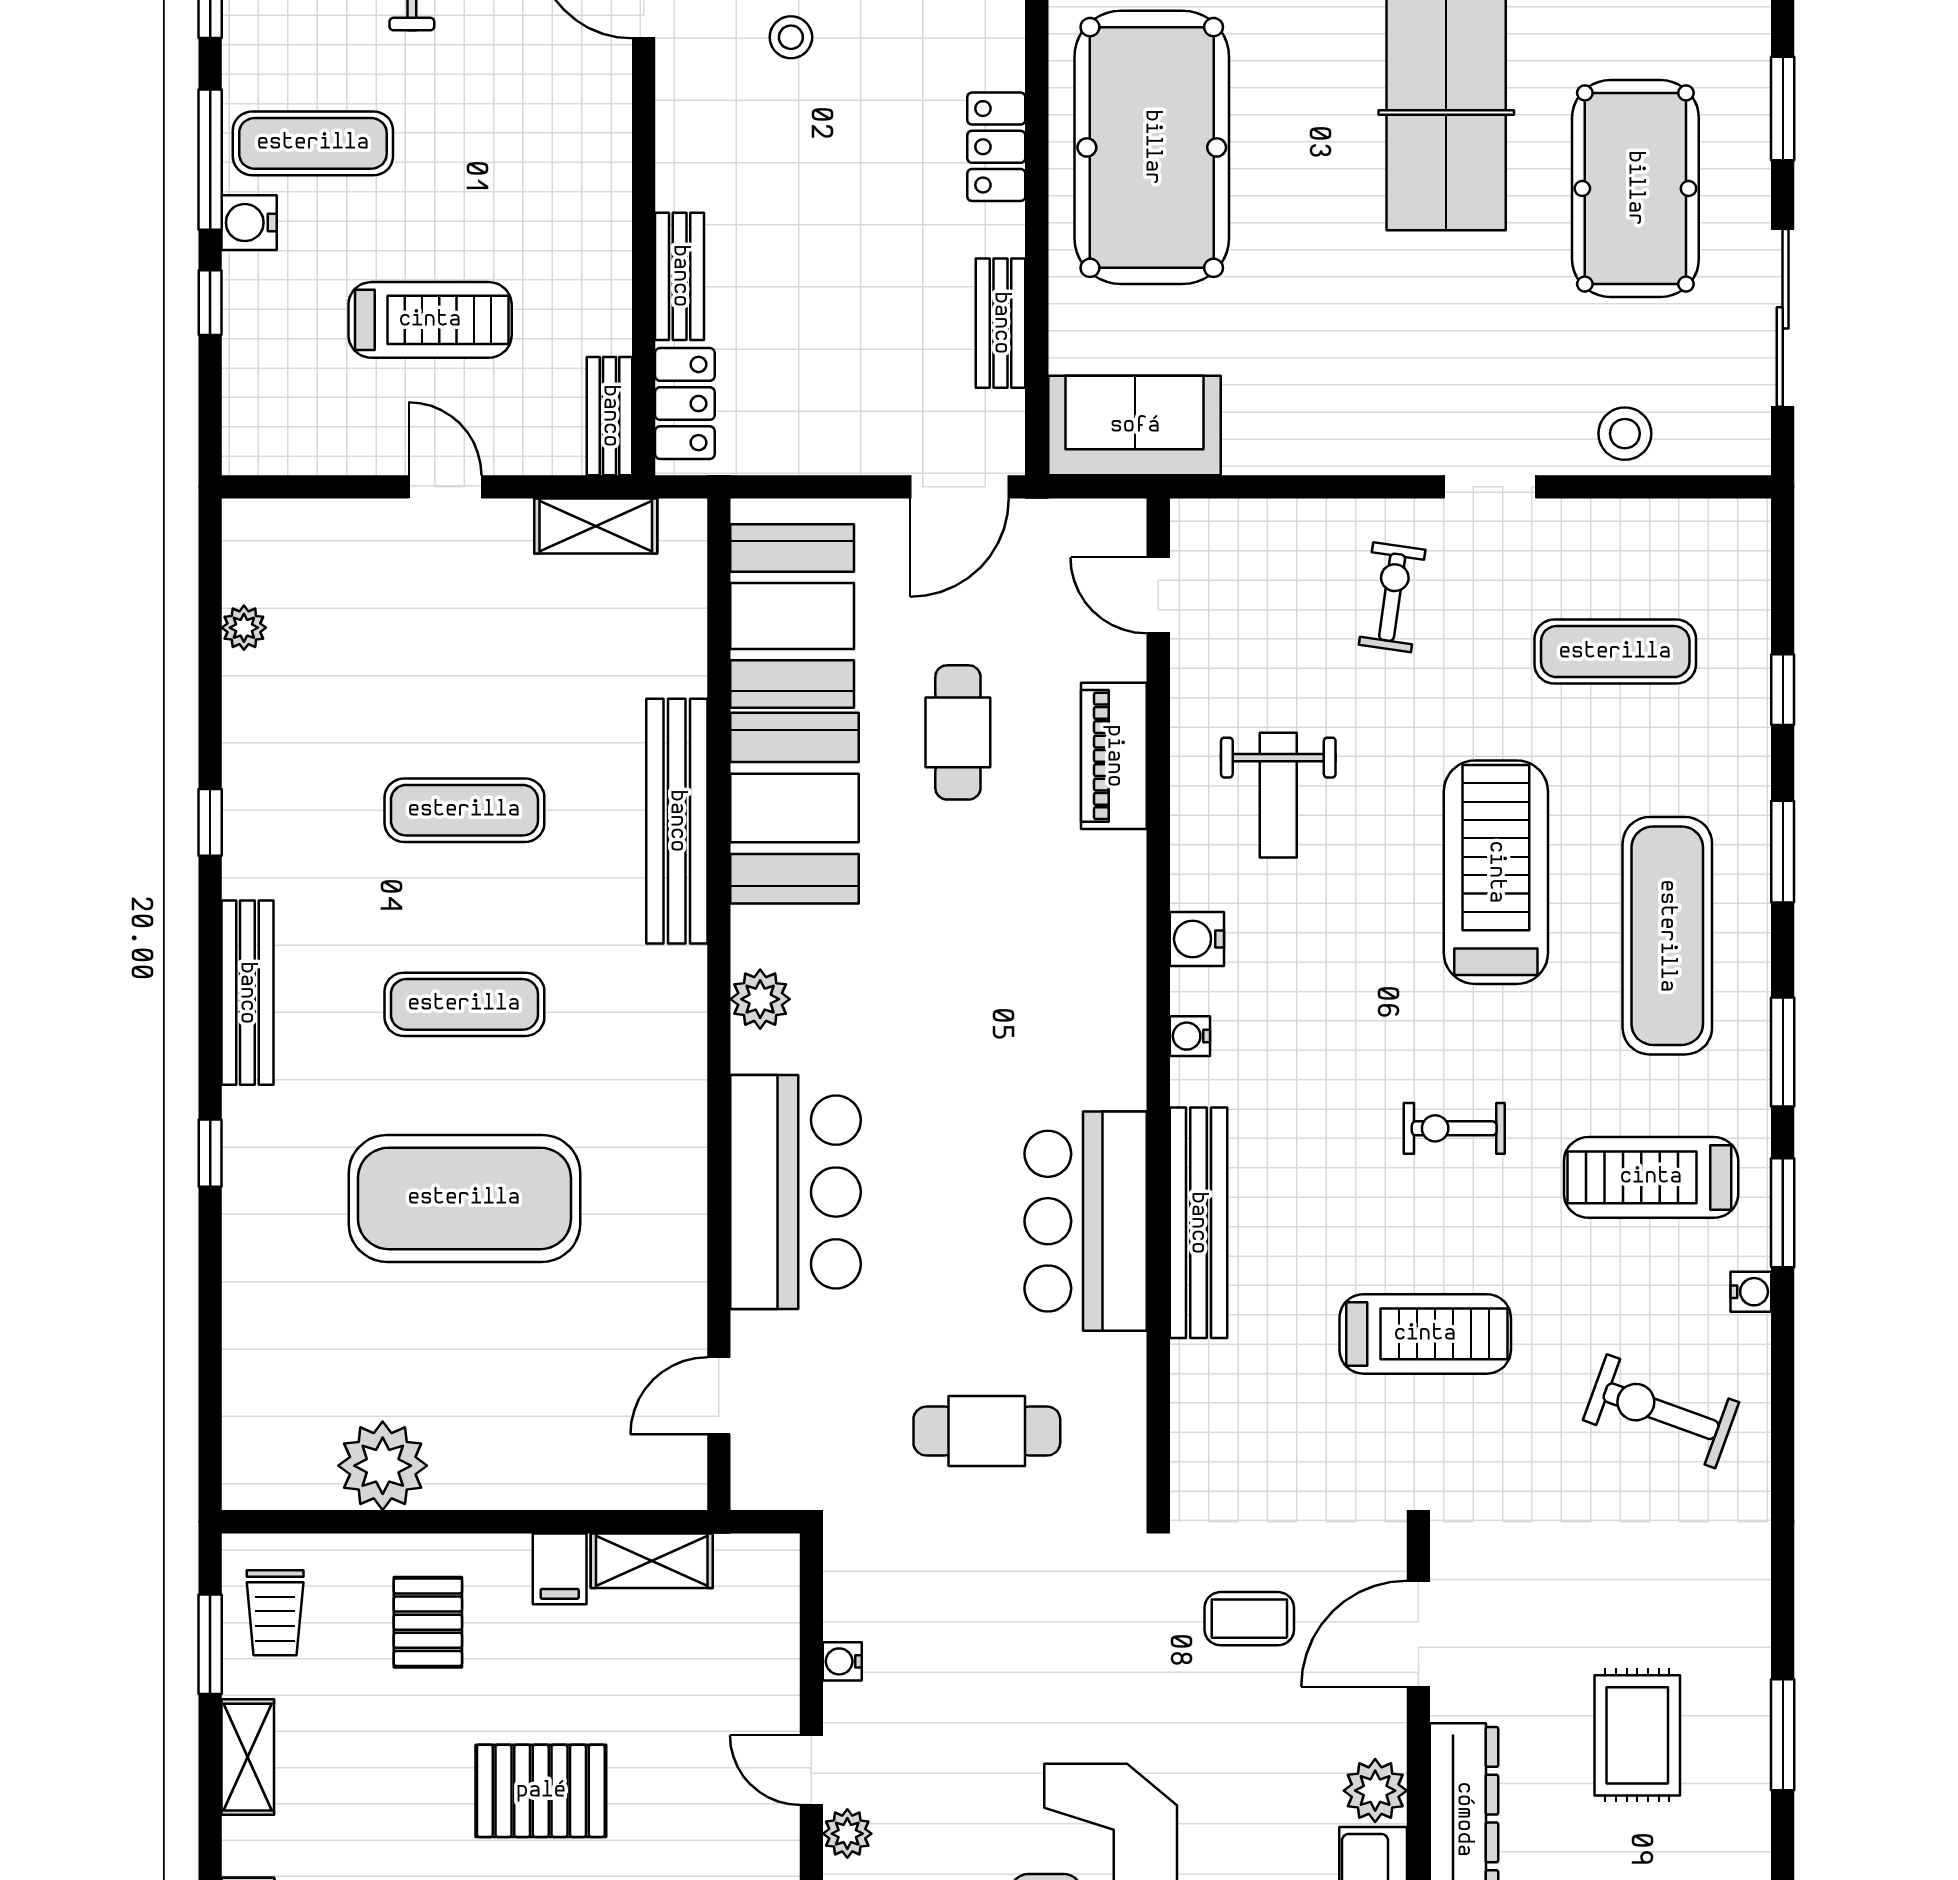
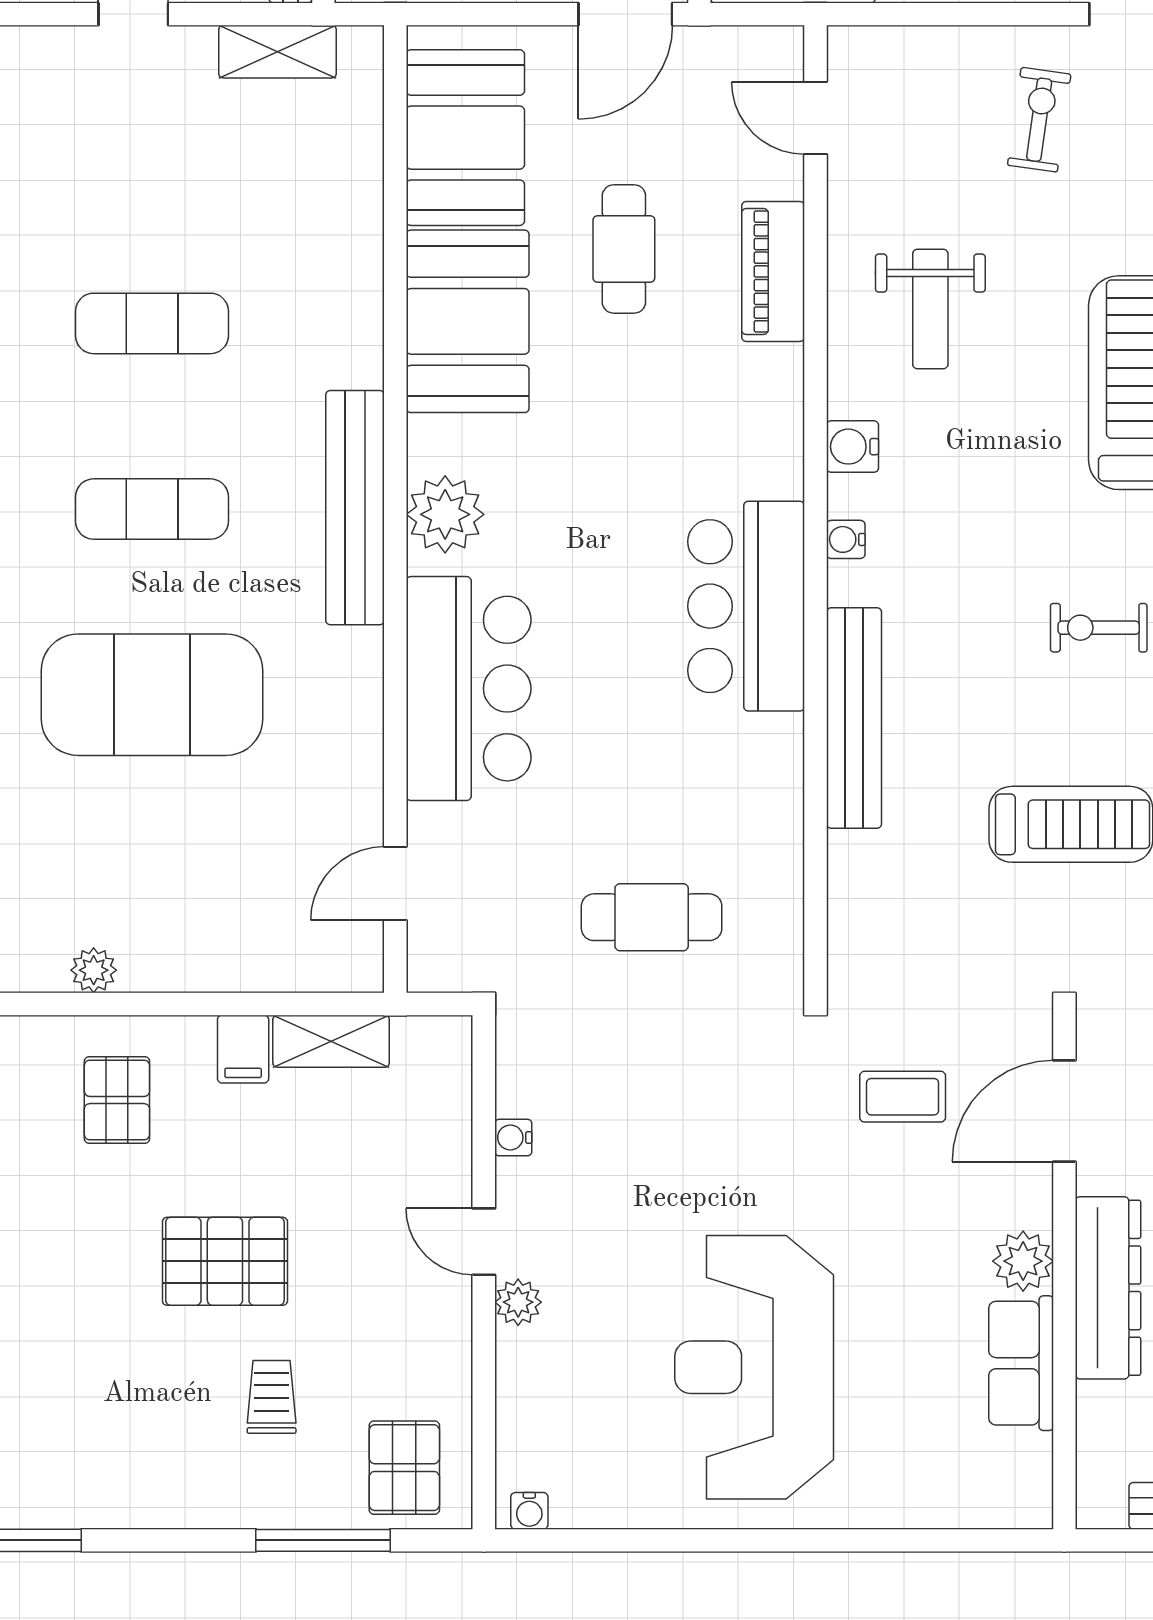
bench: (677, 821) -> (355, 508), moved
plant: (760, 999) -> (445, 514), width x1.36, depth x1.36
bar counter: (1086, 1221) -> (746, 606), moved
plant: (383, 1466) -> (94, 970), width x0.53, depth x0.53

